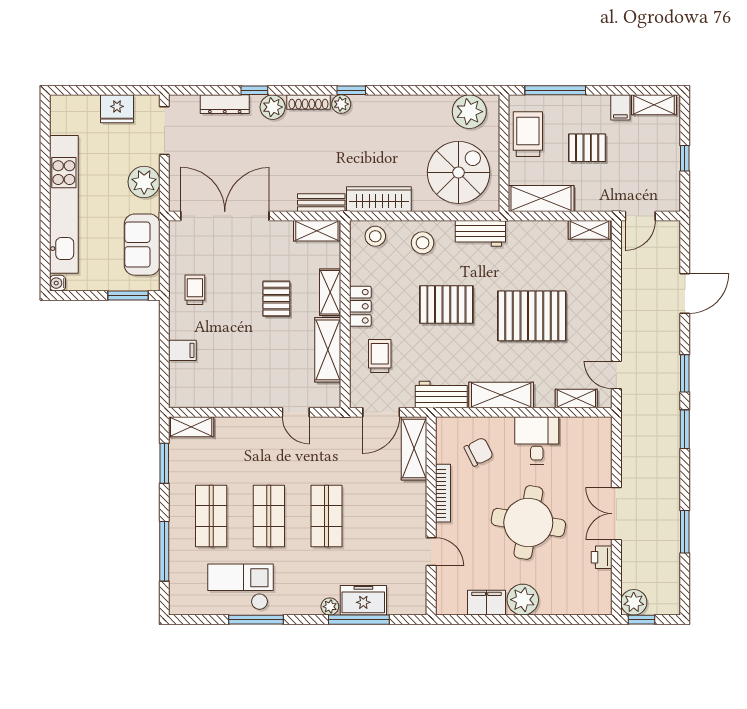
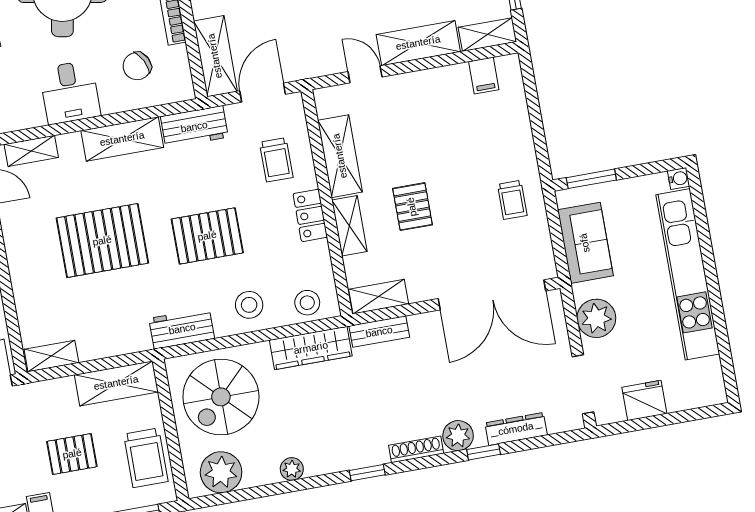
plant: (341, 104) -> (292, 469), moved
filing cabinet: (182, 350) -> (484, 76), moved, turned -90
shelving: (248, 430) -> (418, 43), added

